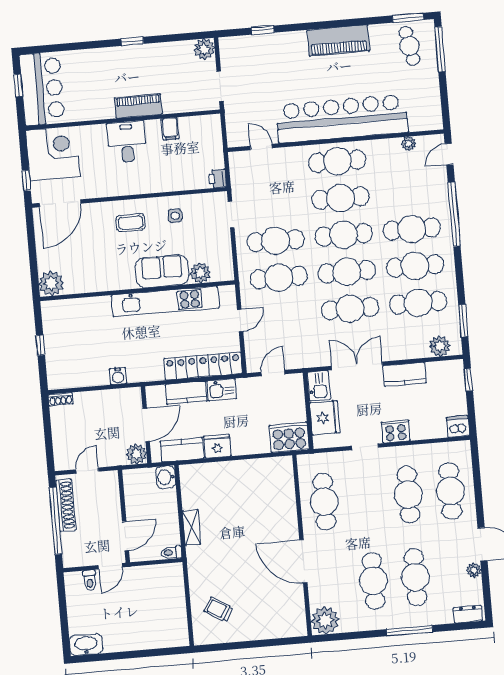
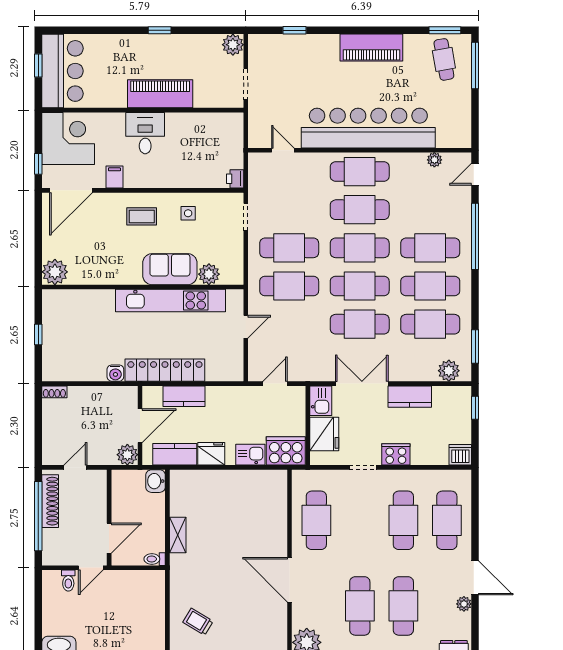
piano: (138, 106) -> (160, 94), width x1.37, depth x1.33
filing cabinet: (170, 129) -> (114, 177), moved, turned 180
locker: (203, 366) -> (165, 370), moved
kitchen sink: (222, 390) -> (250, 455), moved, turned 180

